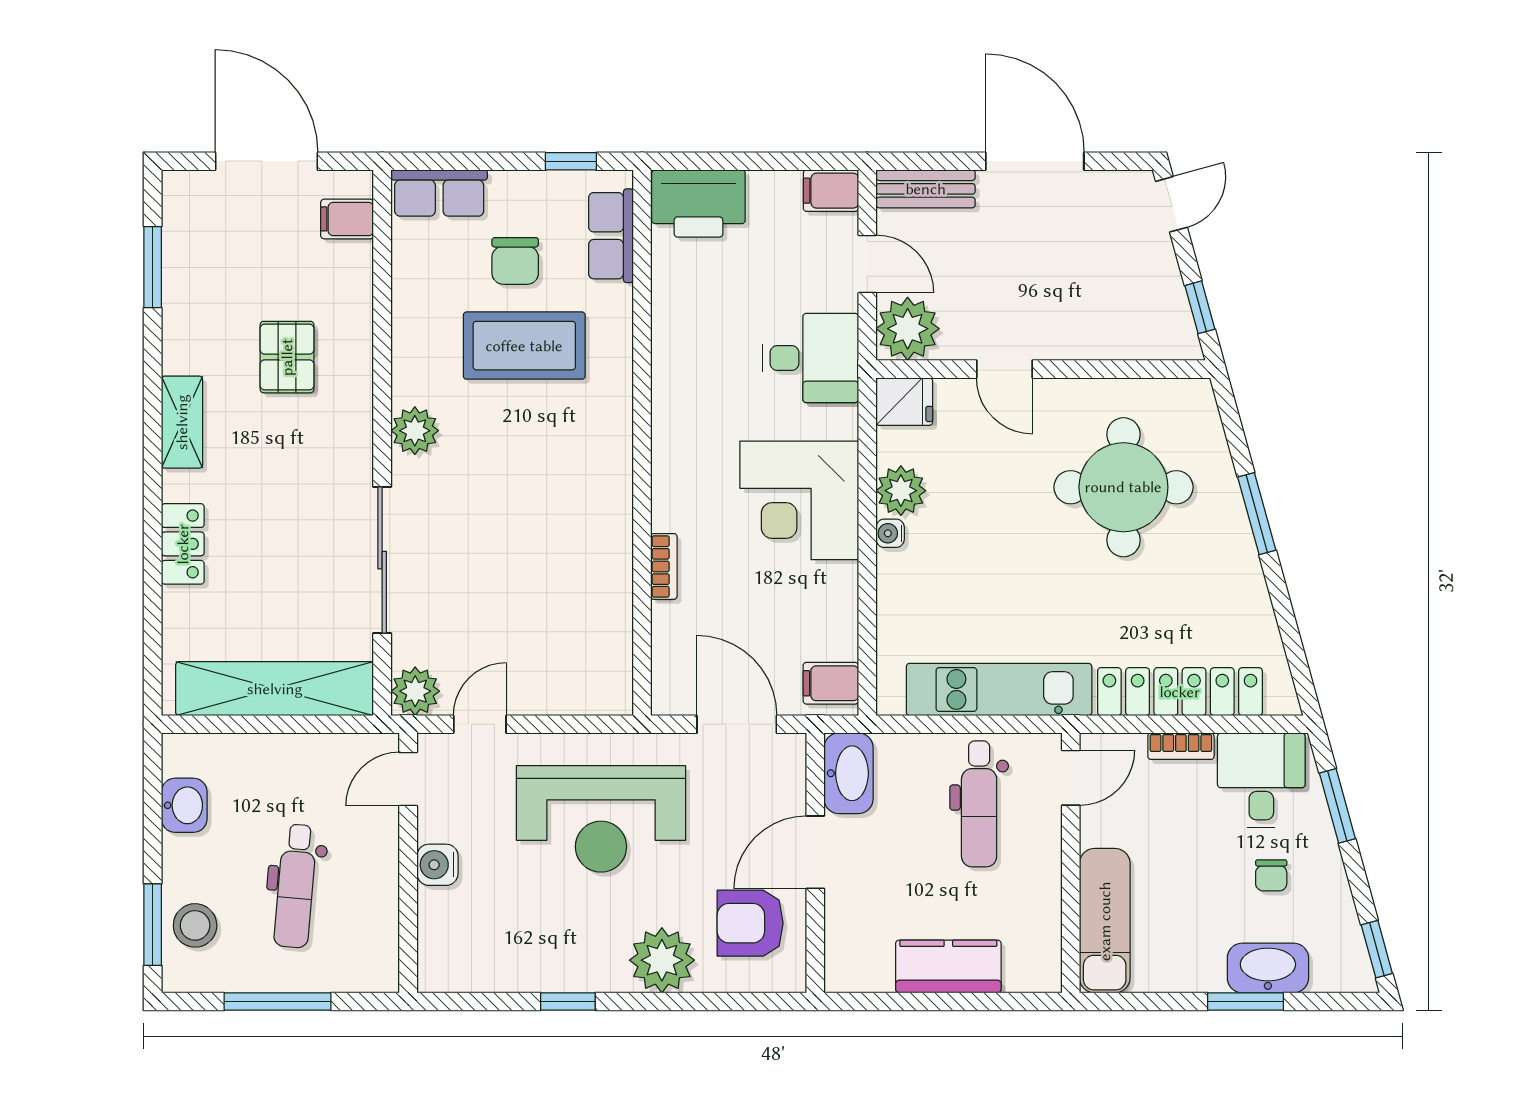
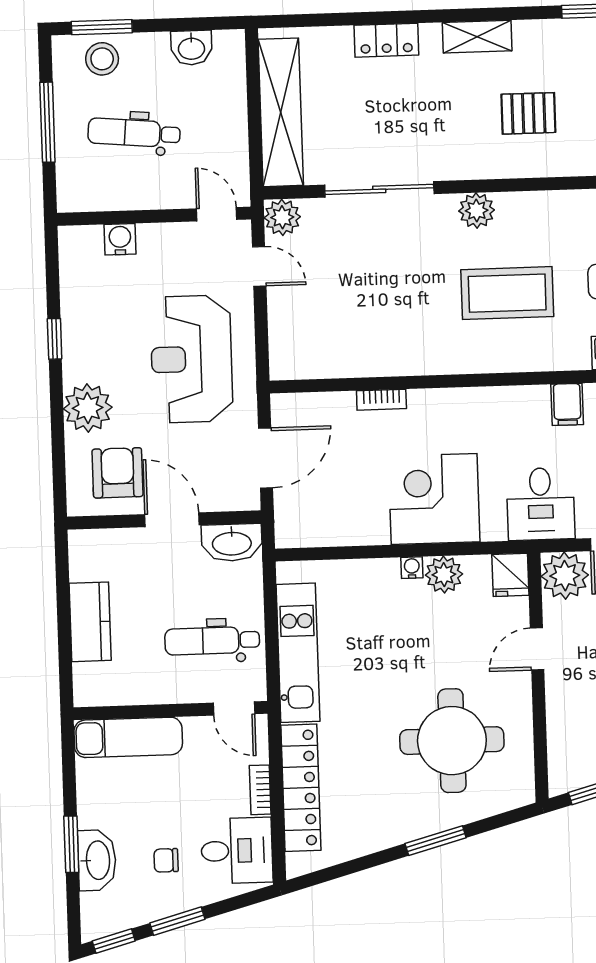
coffee table: (524, 346) -> (507, 293), moved, turned 90
filing cabinet: (831, 683) -> (567, 404), moved, turned 180
window: (1337, 806) -> (177, 921), moved
water cooler: (437, 865) -> (120, 239), moved

